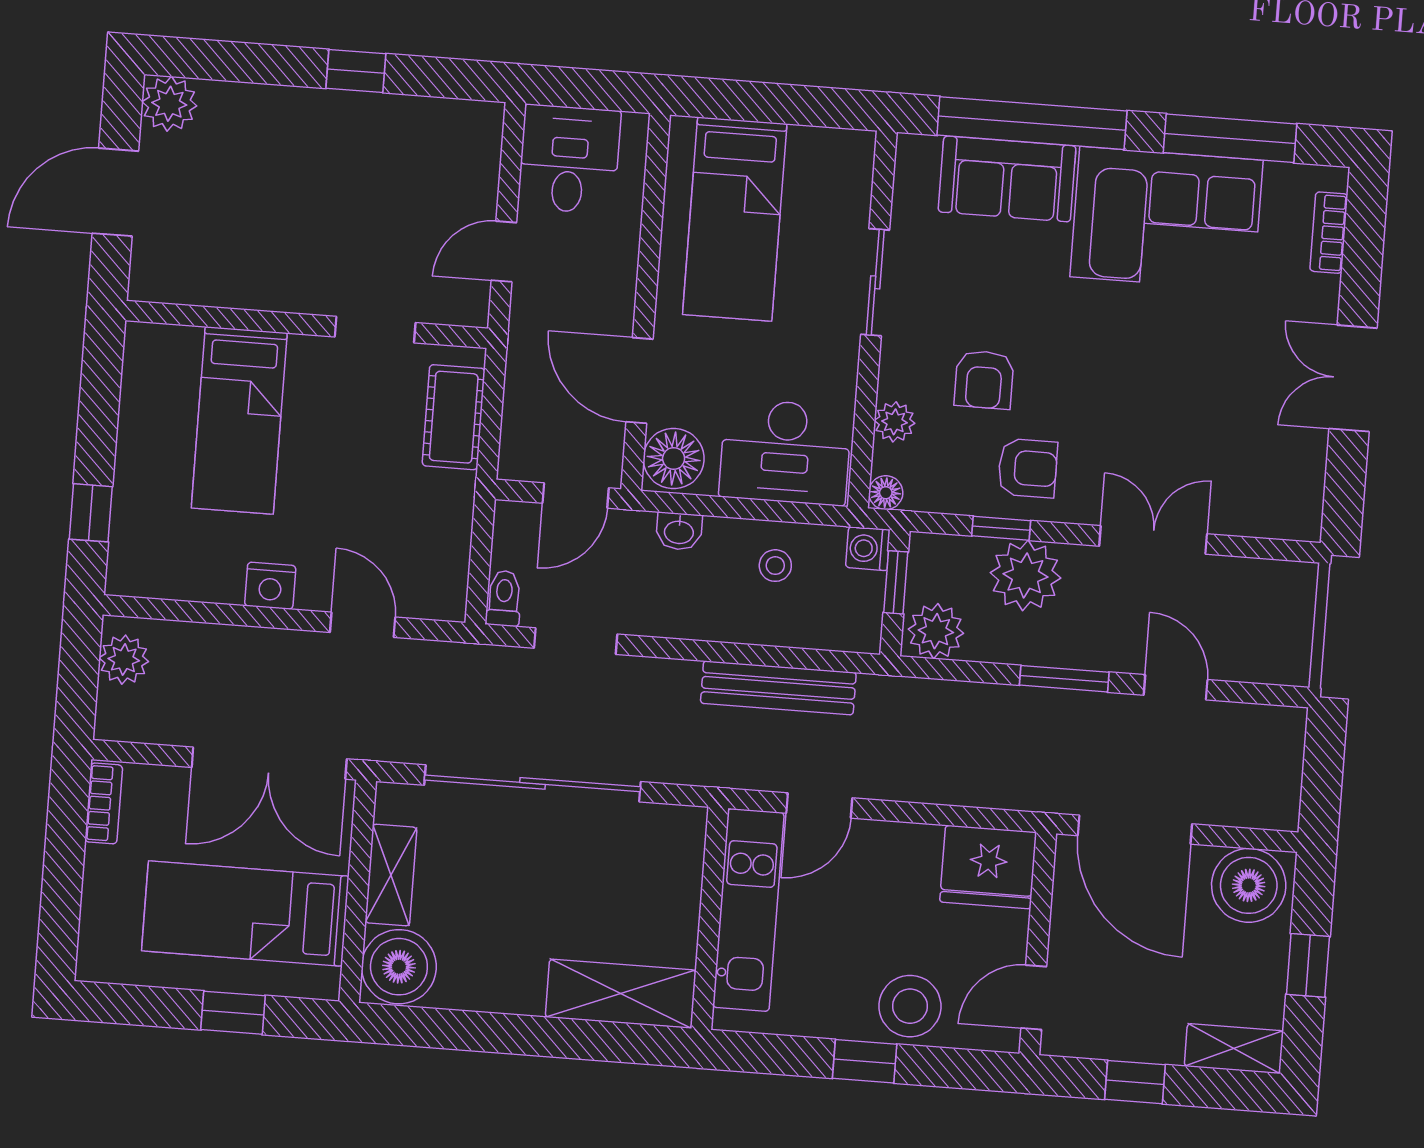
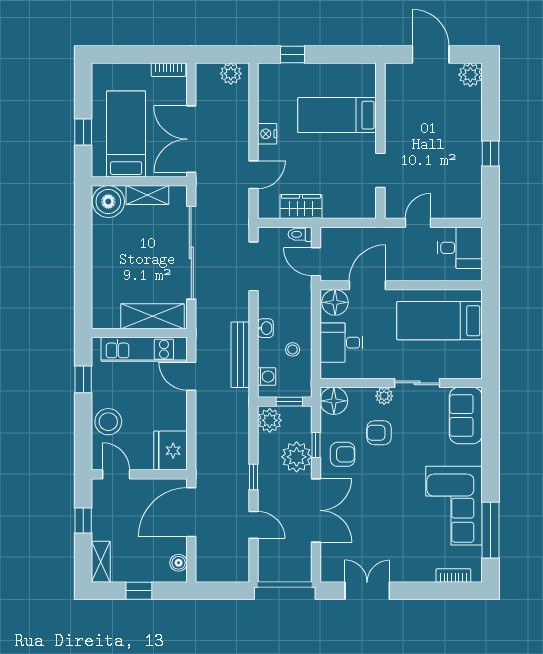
window: (1032, 123) -> (490, 445), removed
sofa: (1007, 179) -> (466, 416), moved
door: (504, 252) -> (418, 223), hinge flipped
double door: (1353, 378) -> (367, 591), moved
cot: (454, 417) -> (345, 207), removed
plant: (895, 422) -> (384, 396), moved
desk: (785, 452) -> (341, 343), width x0.73
armchair: (1028, 468) -> (343, 454), turned -90
floor lamp: (886, 493) -> (334, 401), width x1.89, depth x1.89
wardrobe: (445, 520) -> (301, 207), added
washbasin: (679, 531) -> (265, 328), moved, turned 180
double door: (1153, 540) -> (316, 510), width x1.37
washing machine: (868, 549) -> (267, 377), moved, turned 90
toilet: (504, 598) -> (300, 234), moved, turned 180
doorway: (576, 641) -> (254, 266), width x1.38
window: (1064, 679) -> (254, 477), width x0.67
door: (1176, 687) -> (254, 525), hinge flipped
boiler: (1249, 885) -> (179, 563), width x0.54, depth x0.54
shelving: (621, 994) -> (152, 316), moved, turned 90
window: (865, 1061) -> (83, 379), moved

